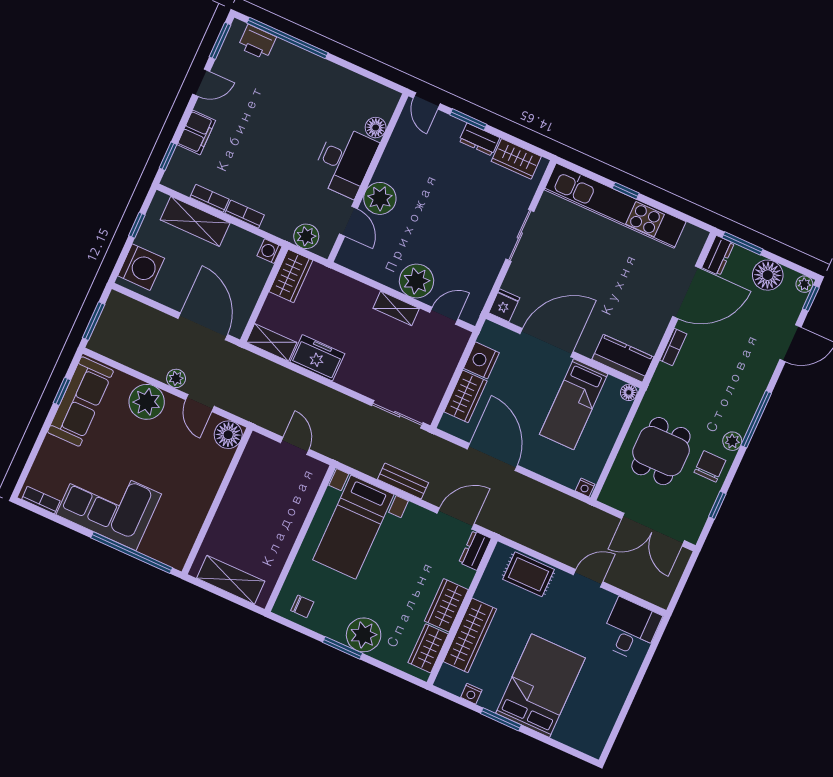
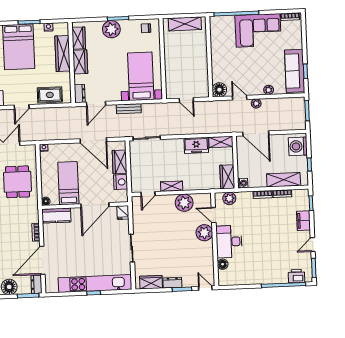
plant: (417, 281) -> (184, 203), moved
plant: (147, 402) -> (269, 90), width x0.53, depth x0.53

